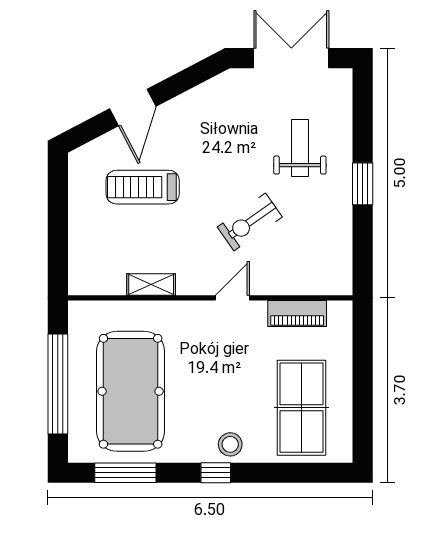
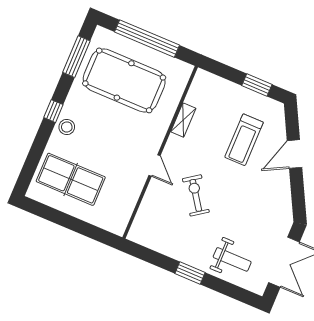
door: (133, 108) -> (295, 154), hinge flipped
weight bench: (300, 148) -> (232, 259), moved
treadmill: (143, 187) -> (244, 140), turned 180
window: (58, 202) -> (257, 85), added
piano: (297, 313) -> (129, 201), removed

